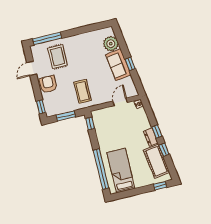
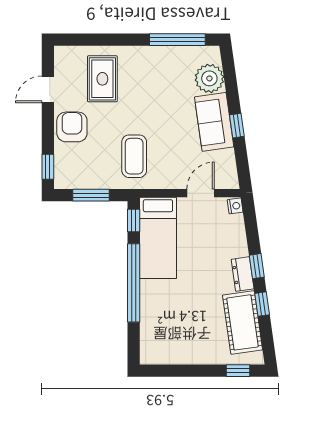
window: (47, 38) -> (177, 40), moved
window: (101, 169) -> (134, 283), moved
bed: (121, 171) -> (158, 238), moved, turned 180

